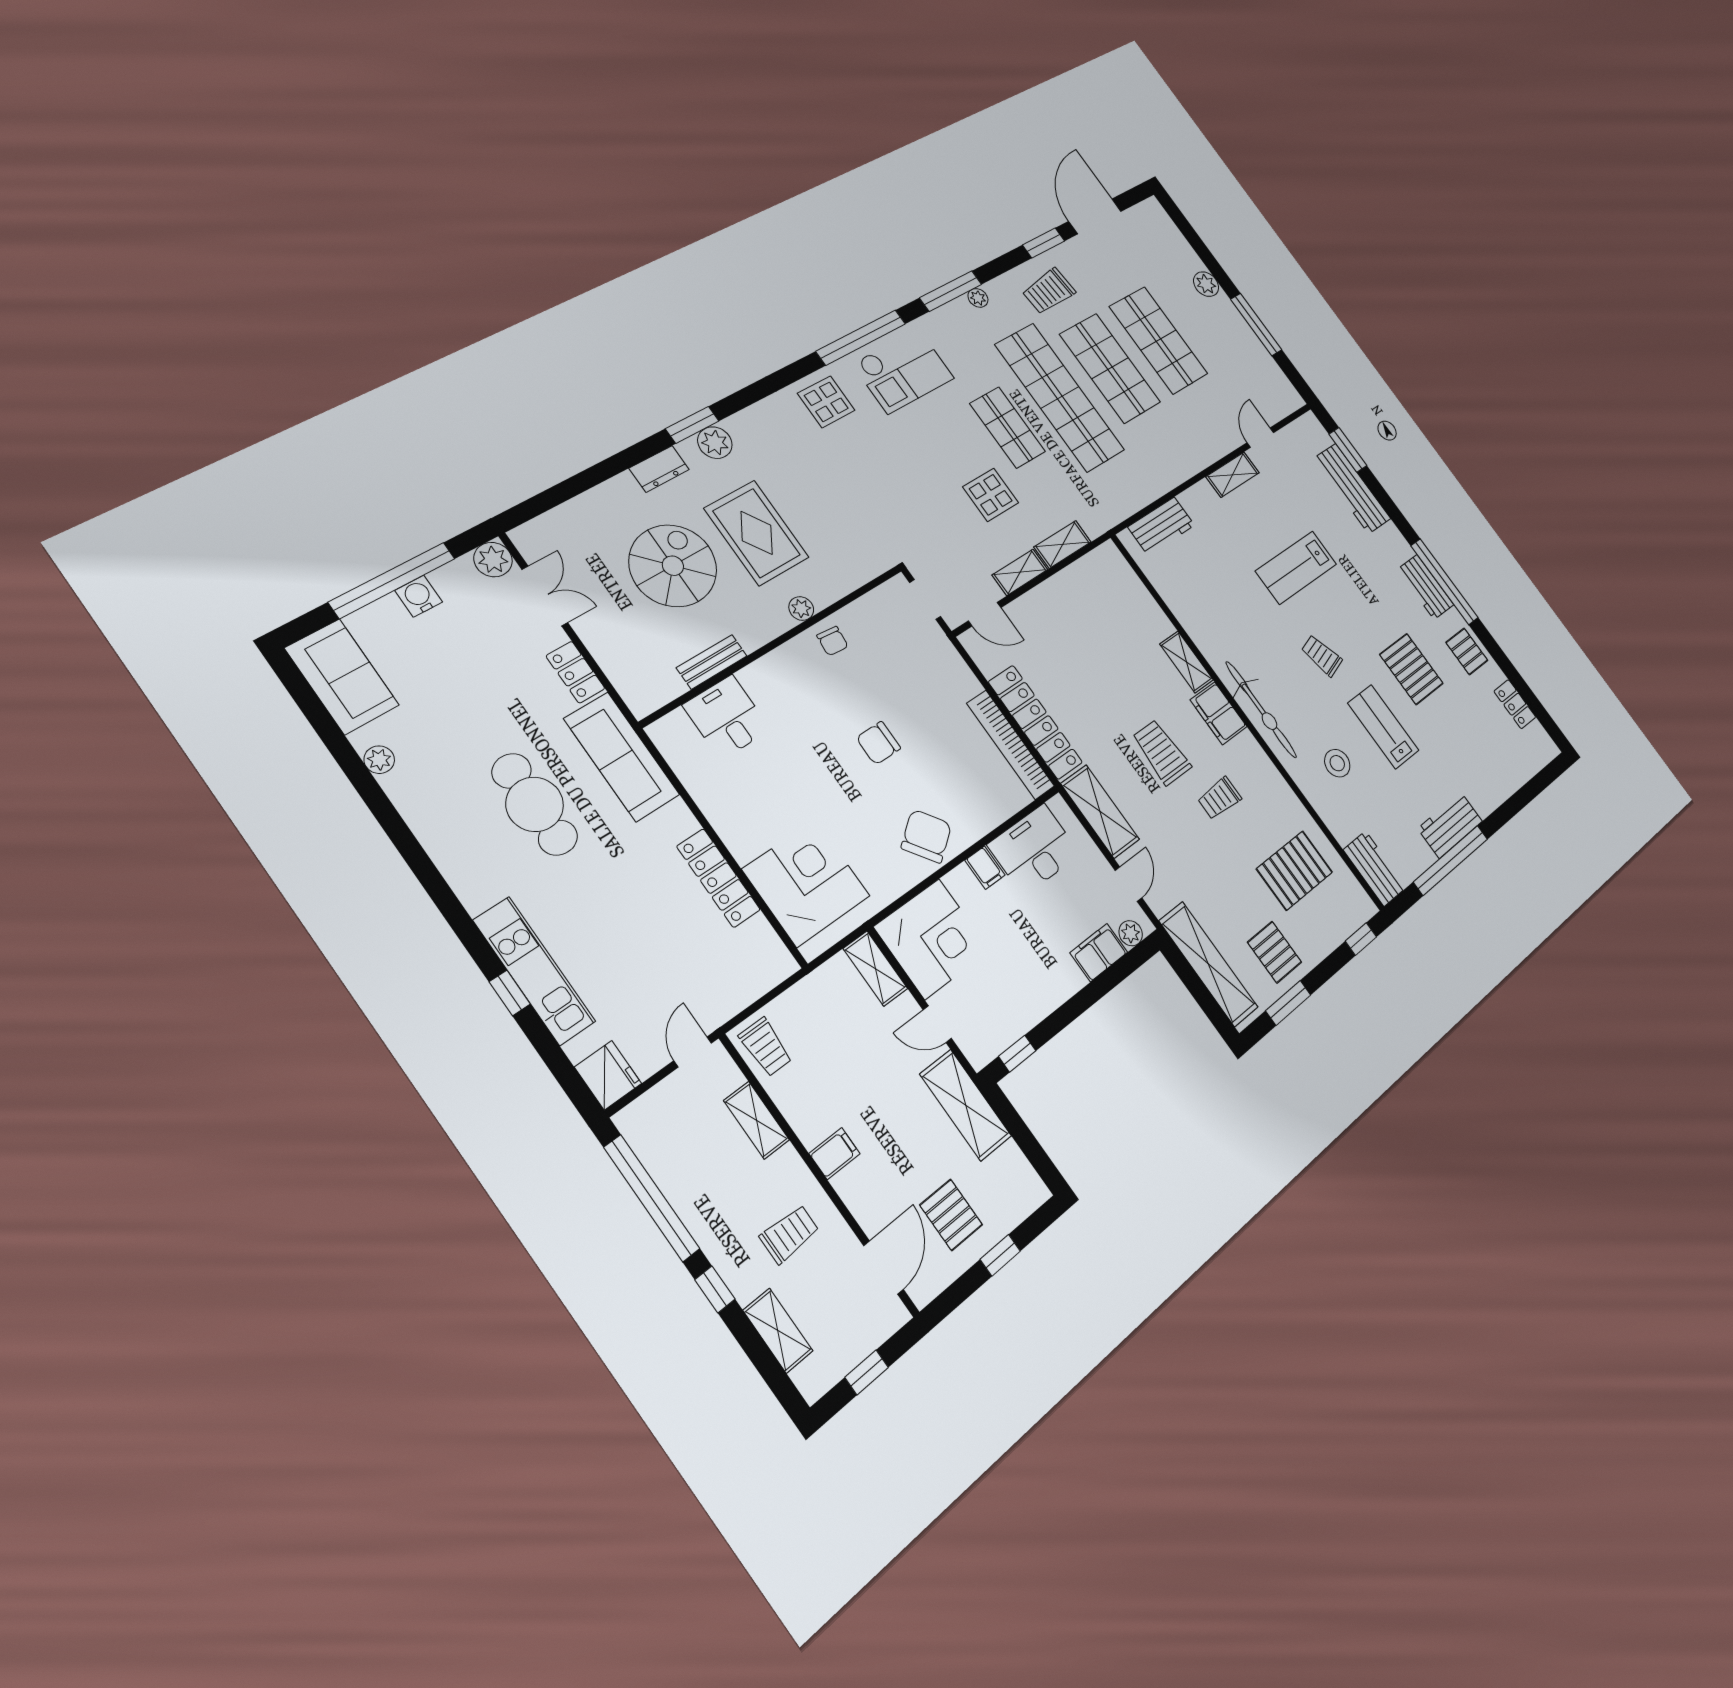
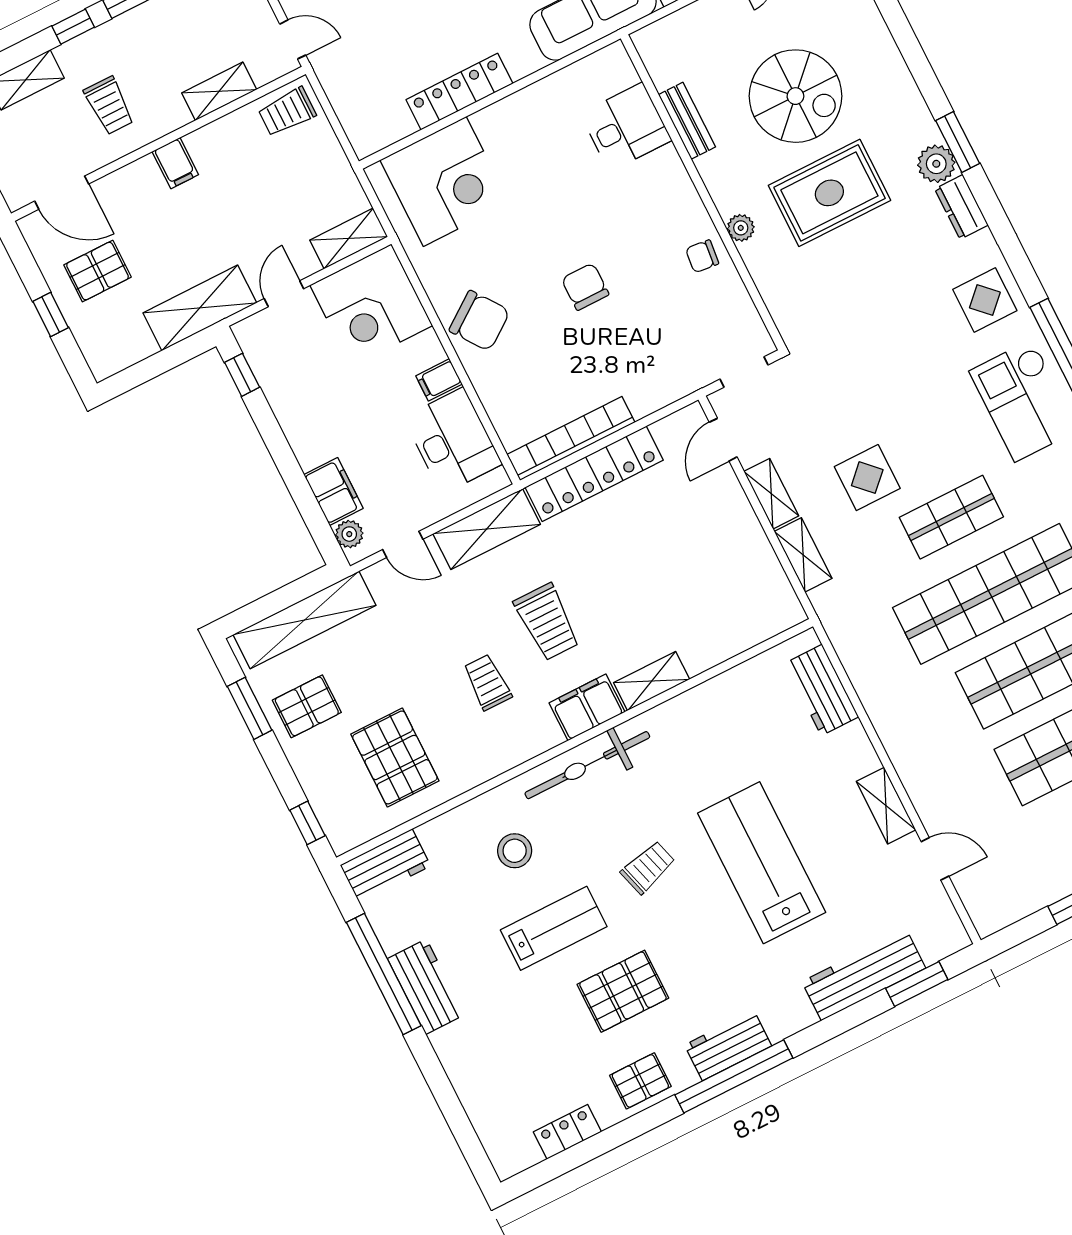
dresser: (659, 469) -> (961, 207), moved
lab bench: (1296, 568) -> (762, 863), width x1.36, depth x1.39
trolley: (1162, 752) -> (547, 622), turned 90

